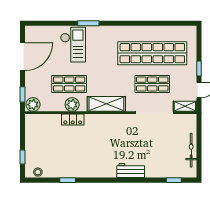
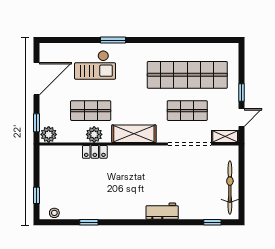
checkout: (73, 45) -> (95, 65), turned 90
bicycle: (191, 150) -> (230, 187), width x1.37, depth x1.40

